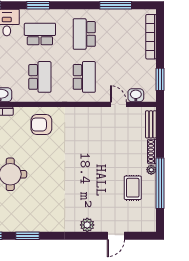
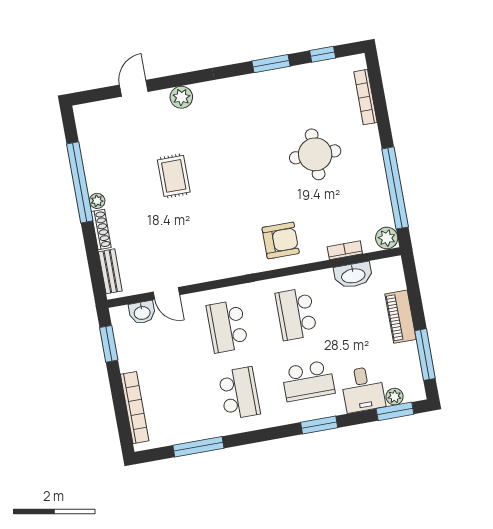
rug: (133, 188) -> (174, 176), moved

